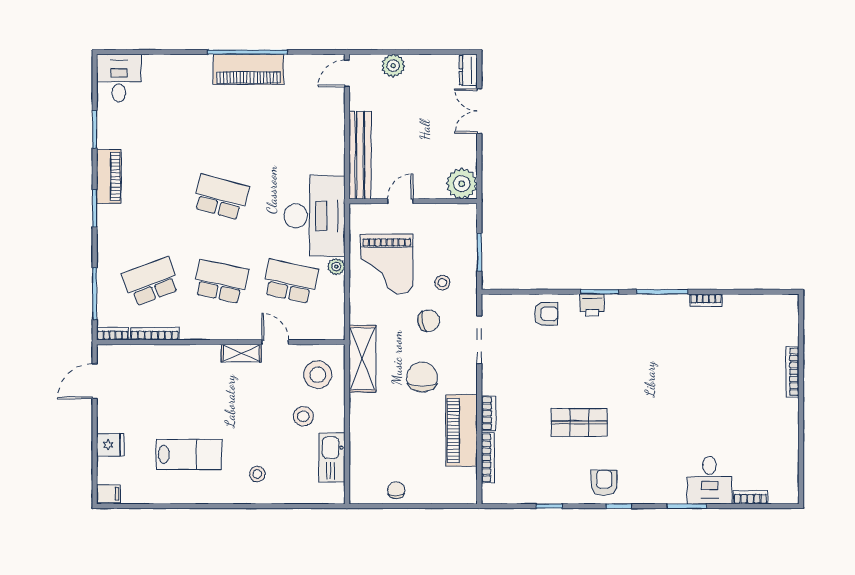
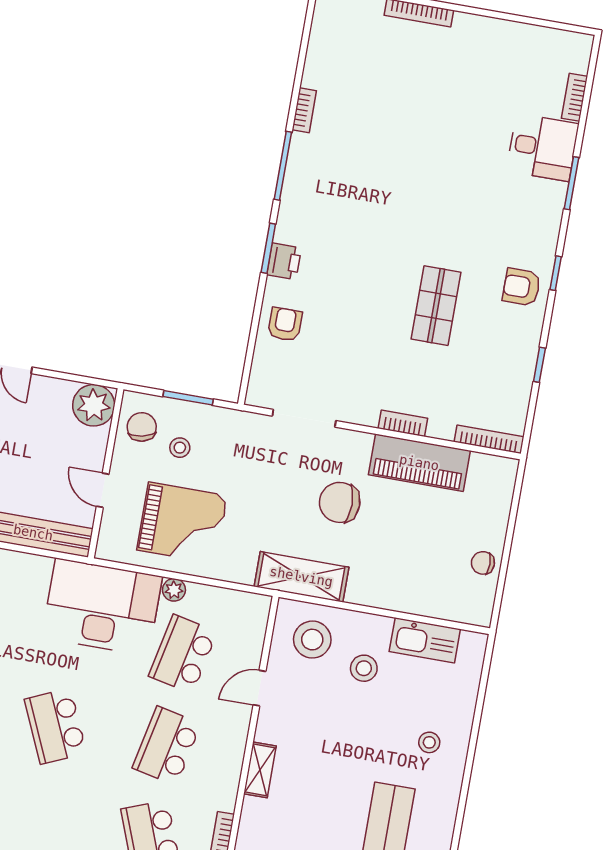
school desk: (221, 197) -> (55, 726), turned -39
stool: (442, 283) -> (180, 448), moved
chair: (429, 321) -> (142, 427), moved
shelving: (241, 353) -> (260, 770), moved
bookcase: (488, 458) -> (489, 439), moved

